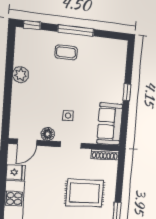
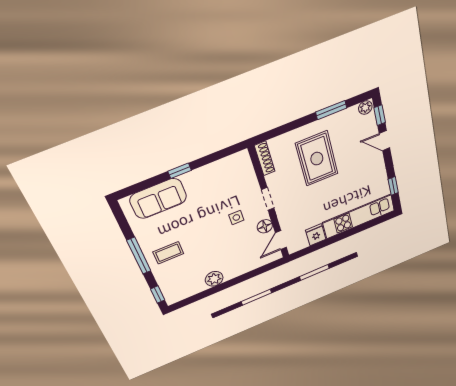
coffee table: (66, 52) -> (168, 253), turned 90
sofa: (110, 124) -> (158, 199), moved
door: (27, 142) -> (281, 240), swing flipped

